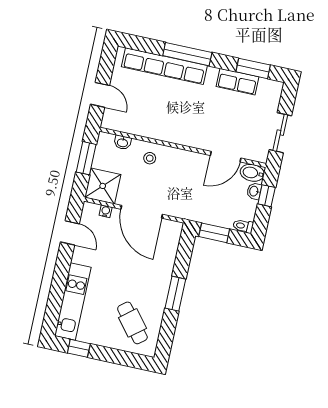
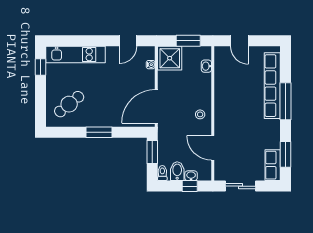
row of seats: (237, 82) -> (273, 165), moved
door: (100, 95) -> (239, 41), hinge flipped
stool: (150, 158) -> (200, 114), moved
bidet: (252, 173) -> (177, 171), moved
door: (142, 212) -> (156, 106), moved

